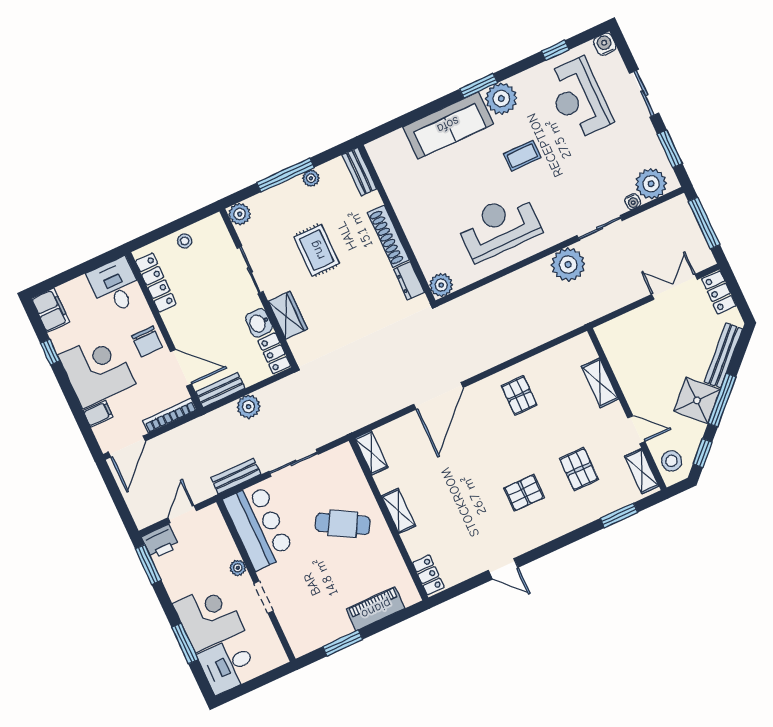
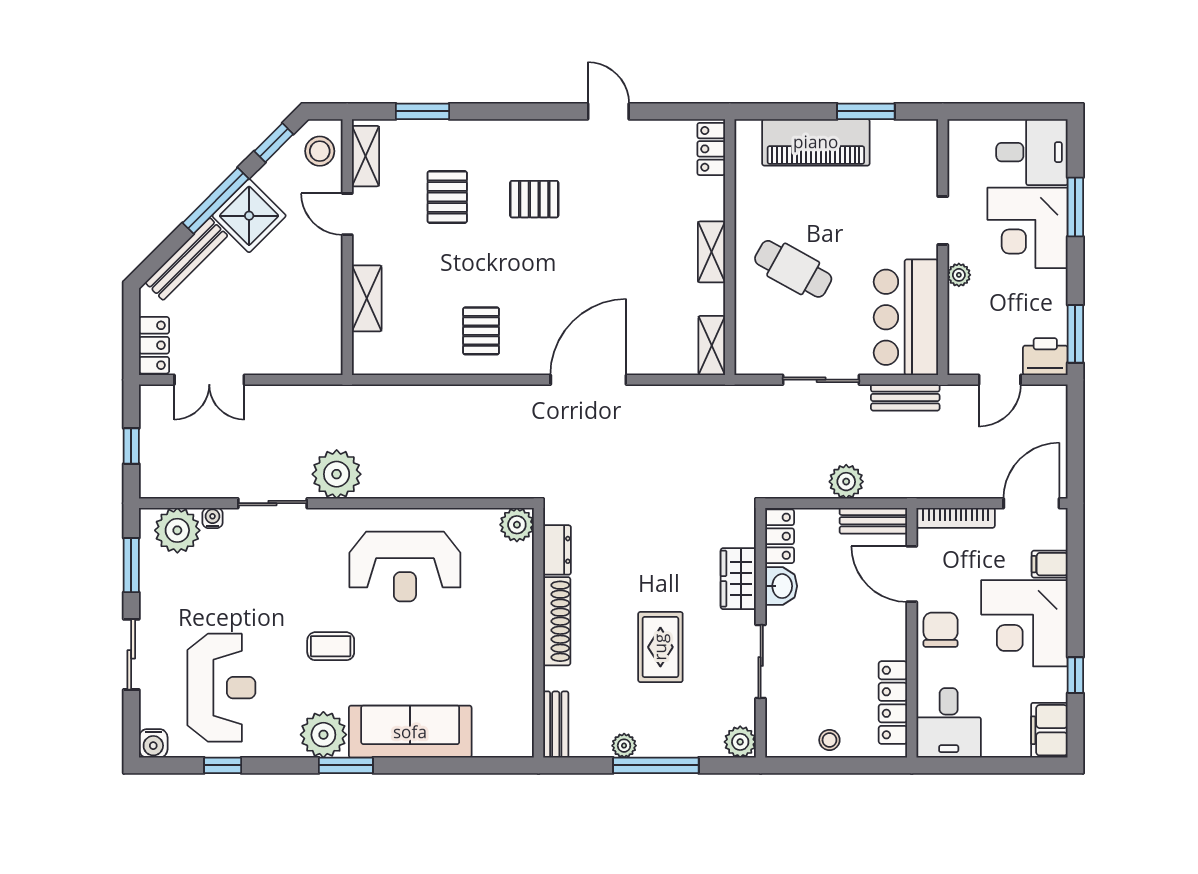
window: (704, 223) -> (131, 446), width x0.46
piano: (376, 609) -> (816, 142), width x1.37, depth x1.33

